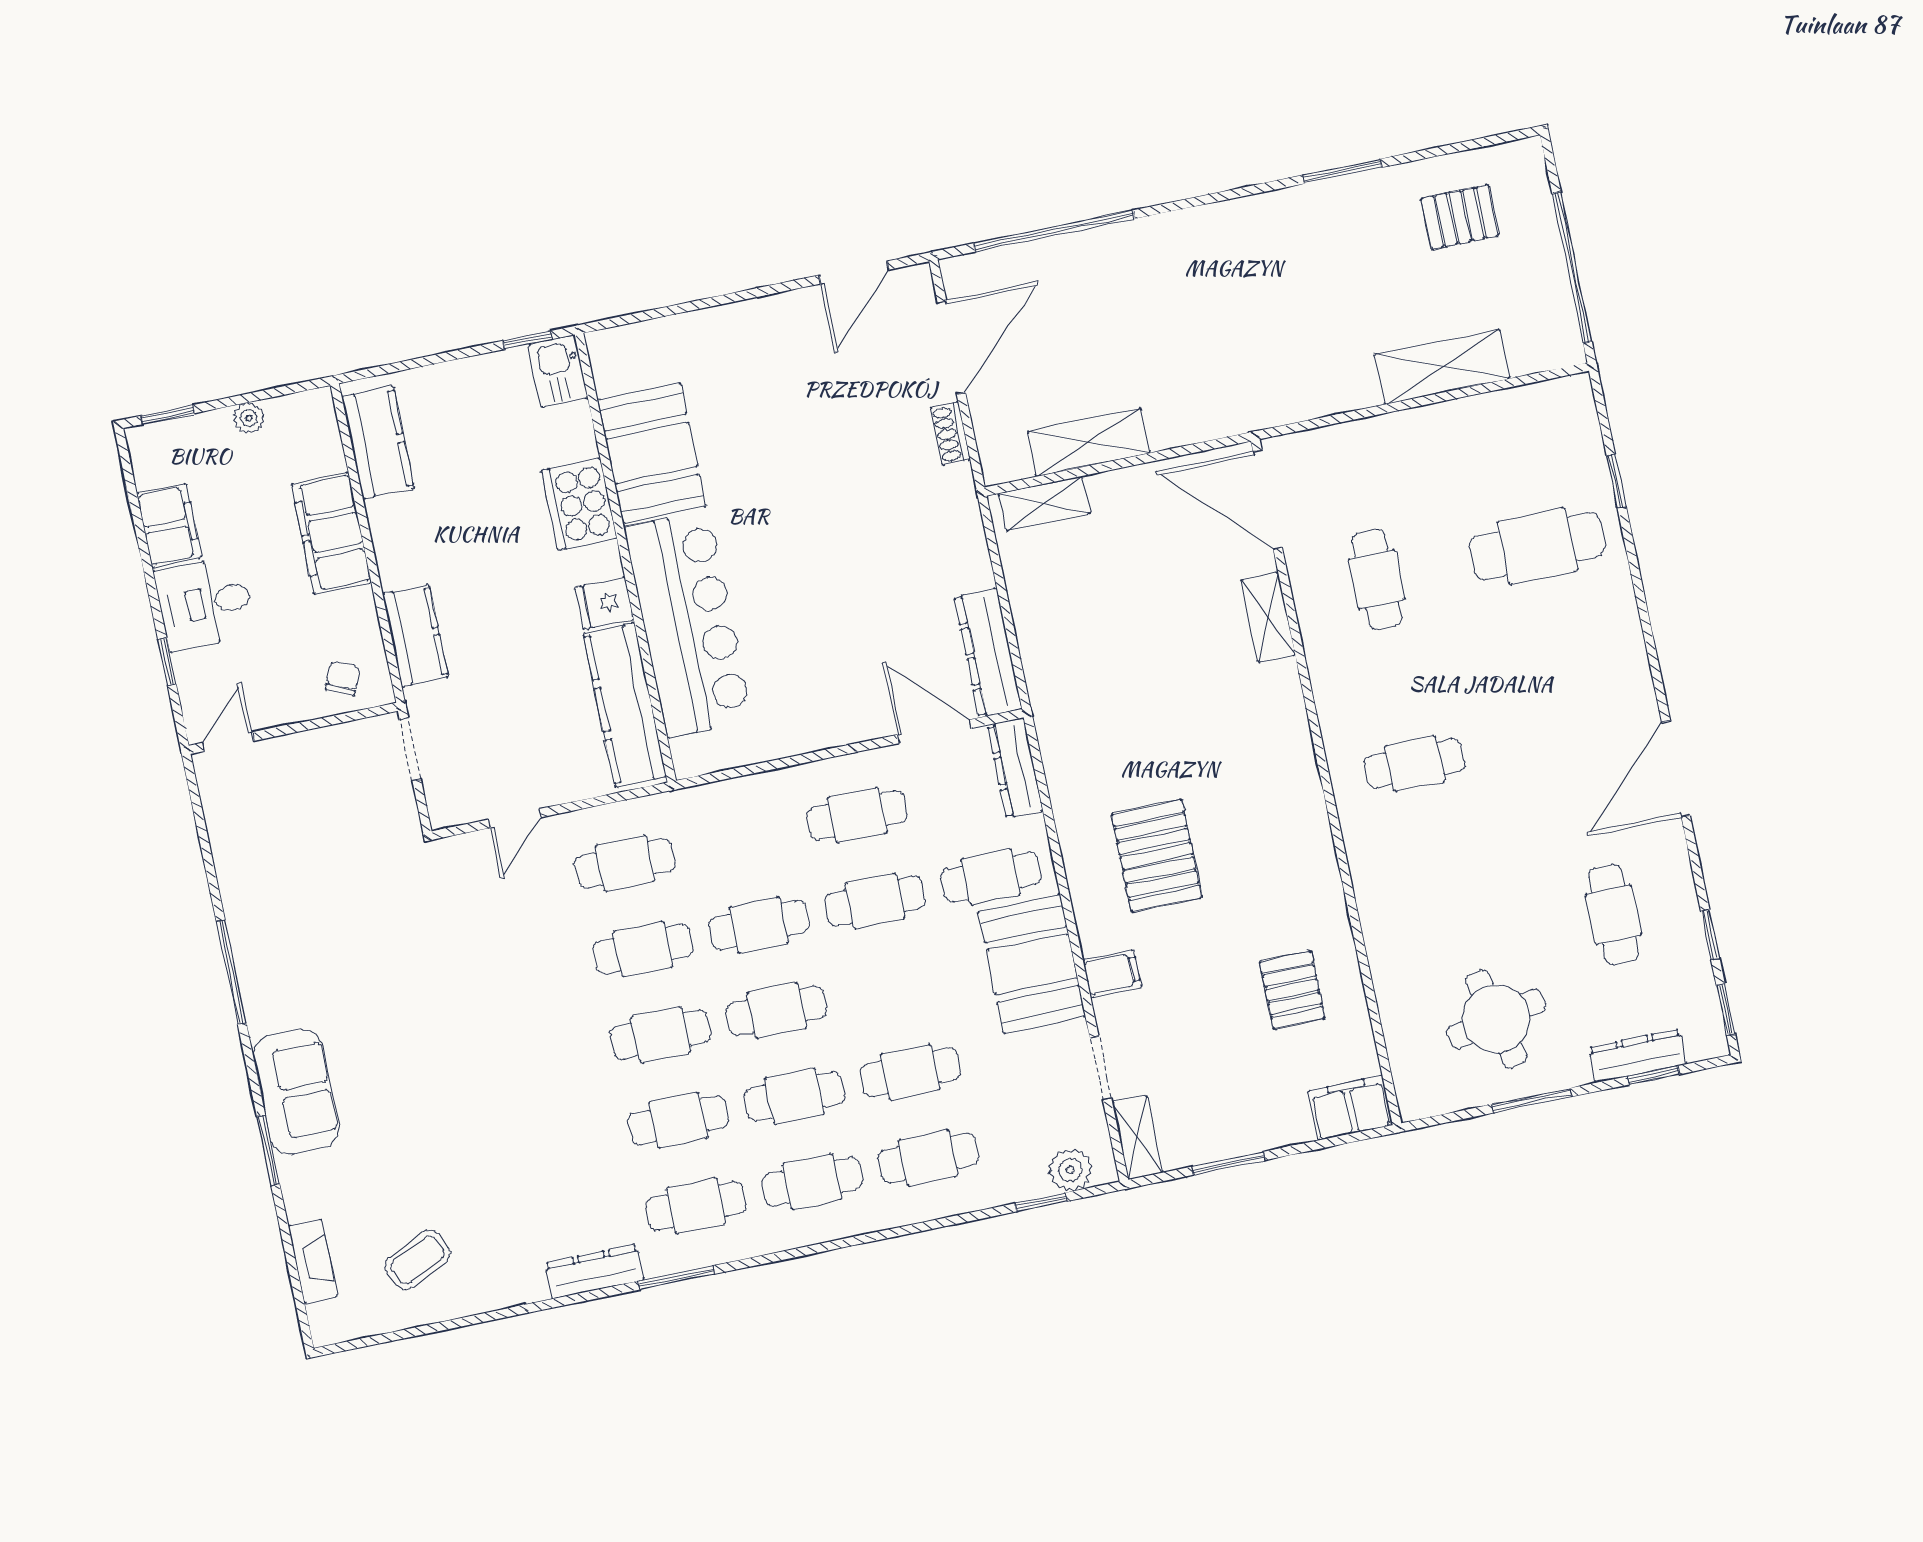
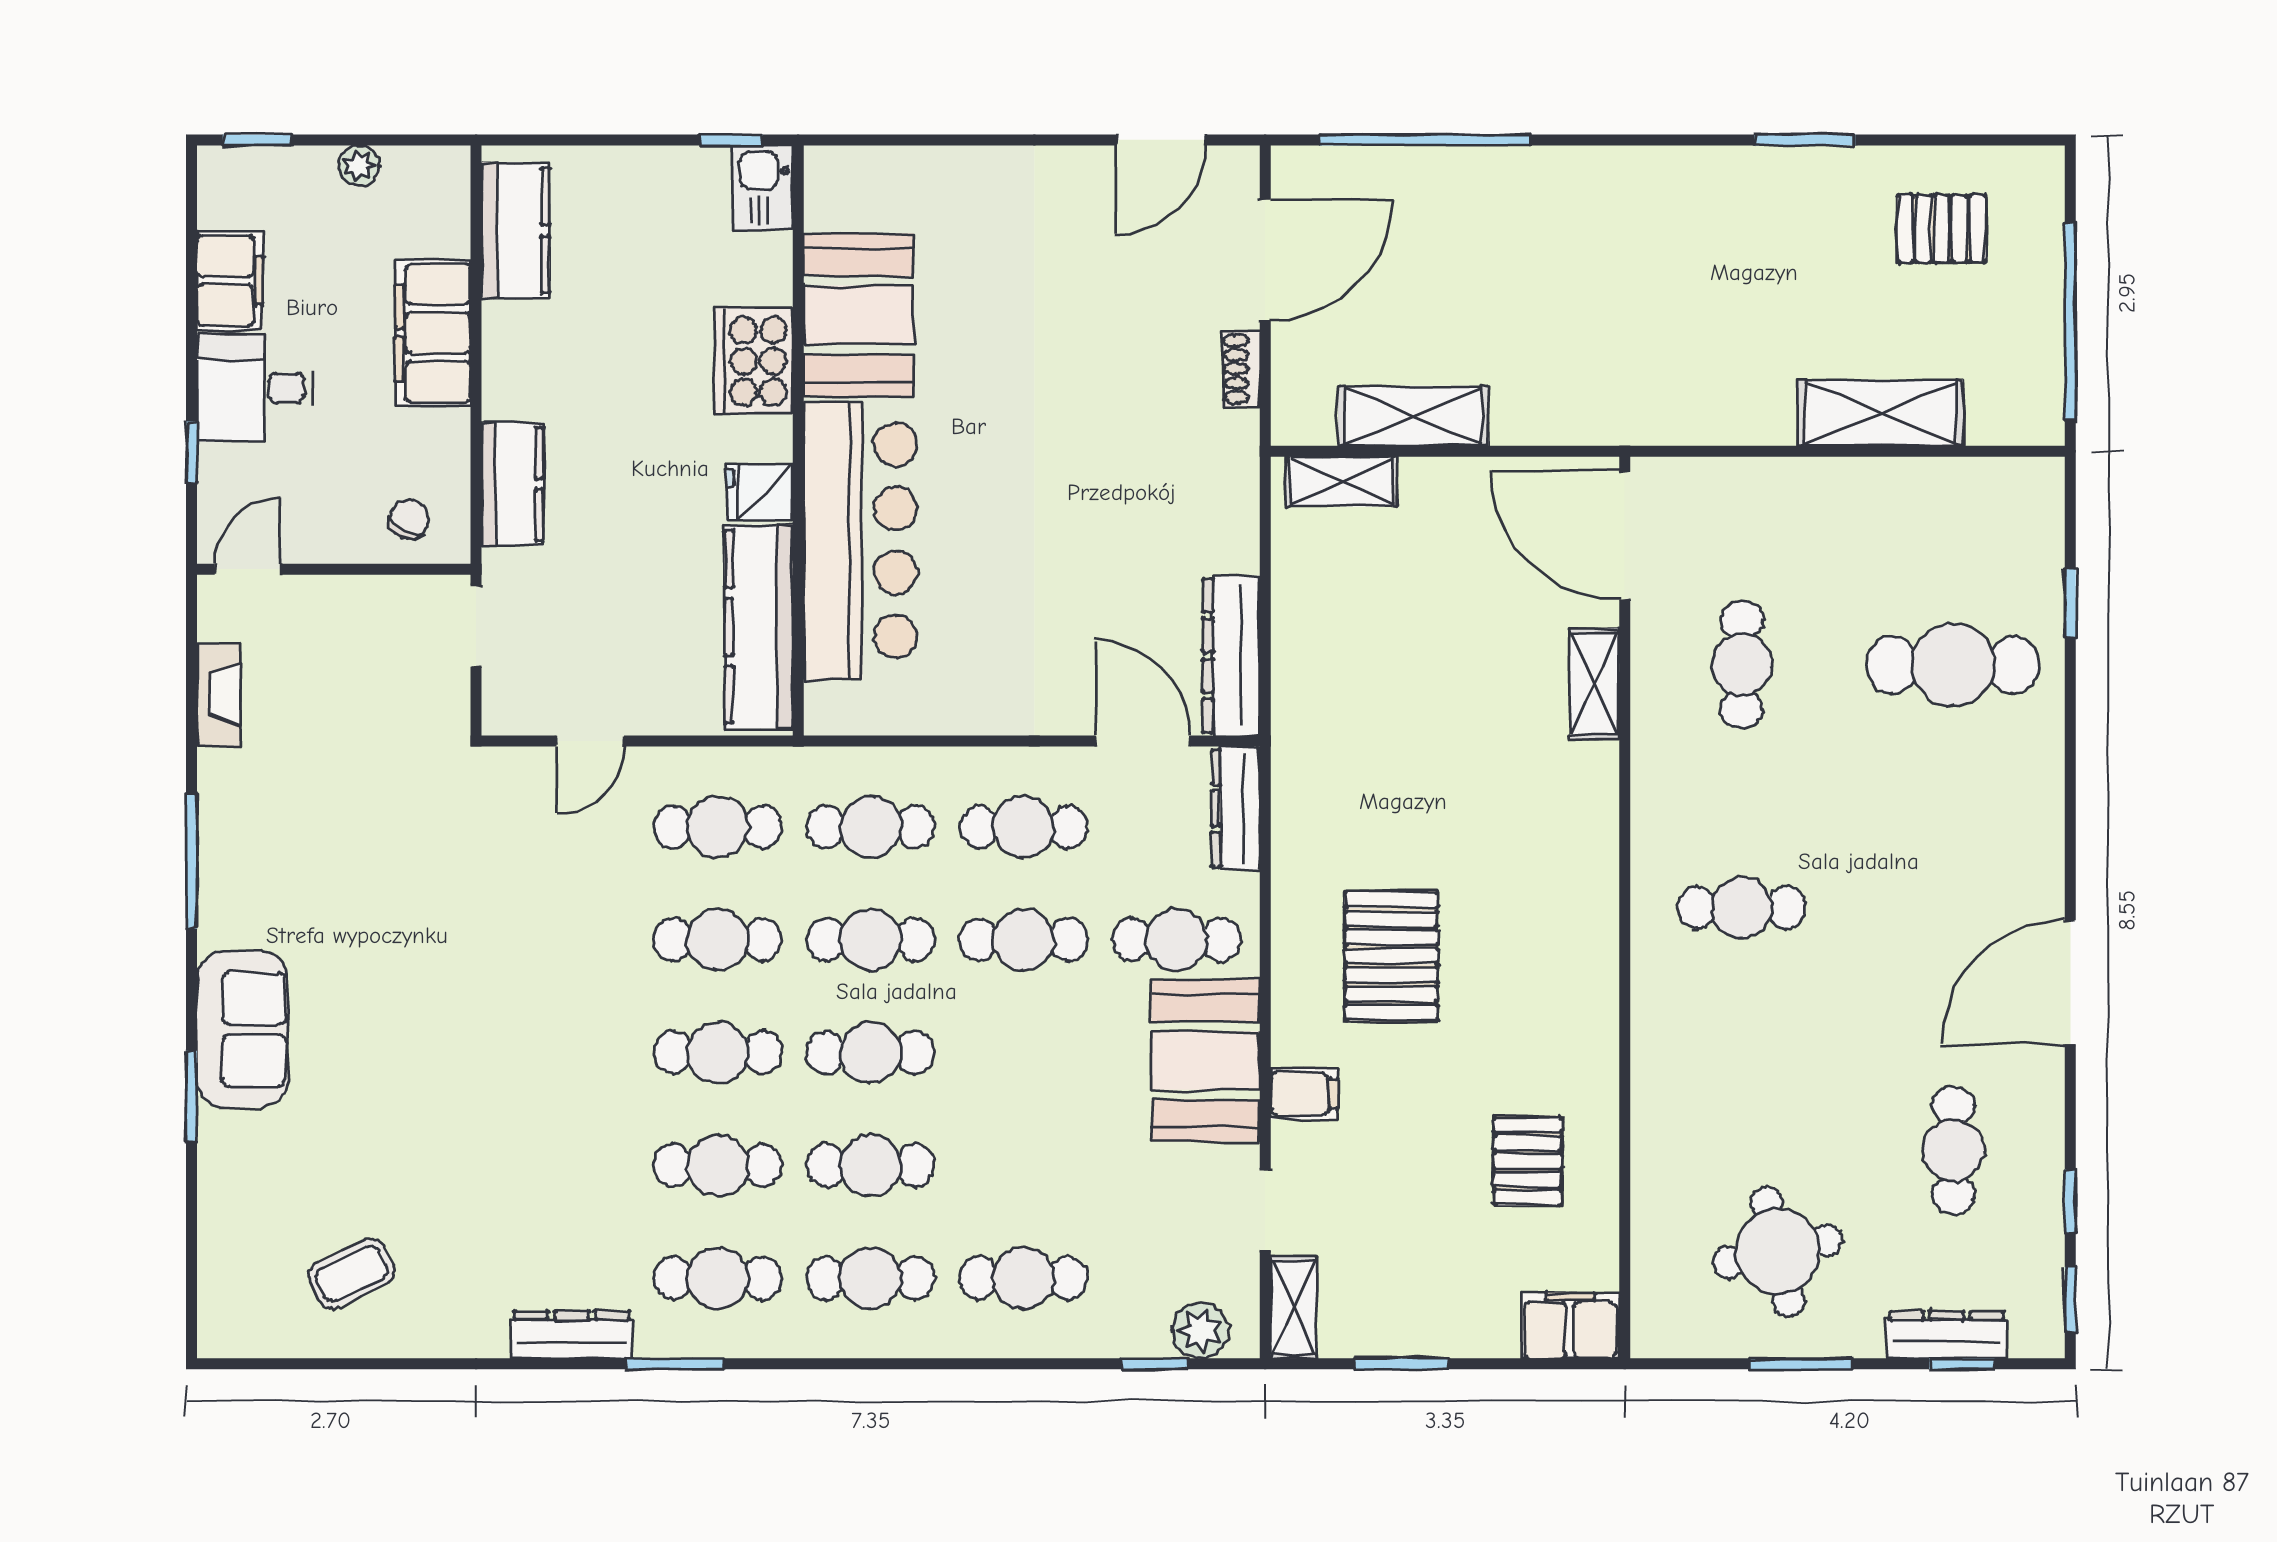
cafe table: (910, 1072) -> (871, 827), moved
fireplace: (313, 1261) -> (219, 695), moved

